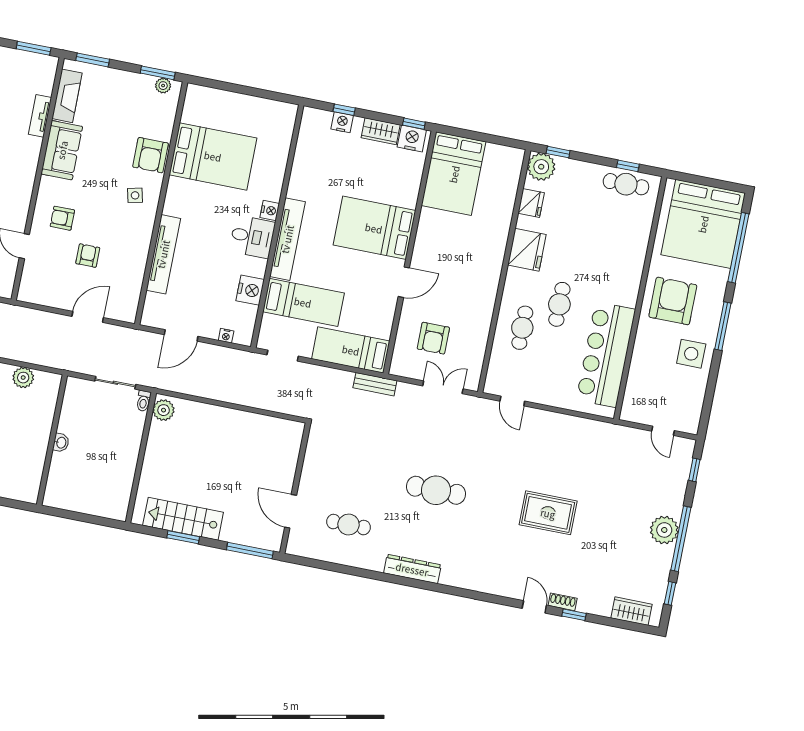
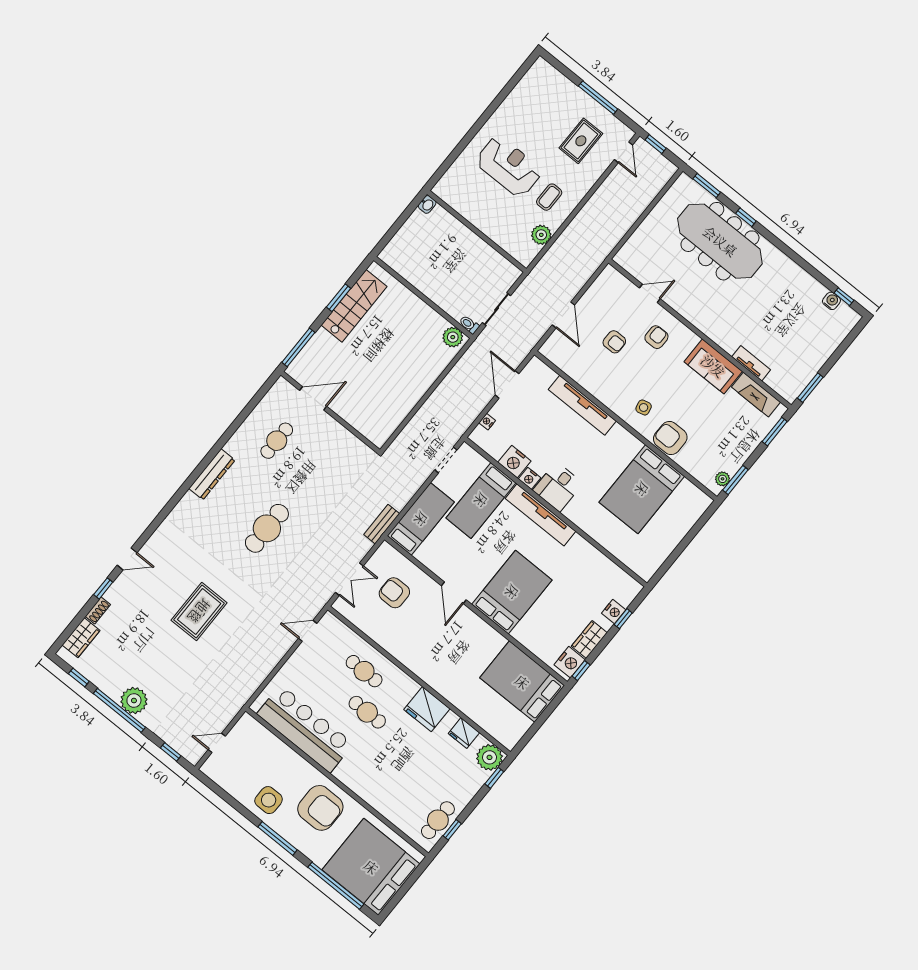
nightstand: (270, 210) -> (530, 478), moved
washbasin: (61, 443) -> (427, 204), moved, turned -90
shoe rack: (563, 602) -> (98, 610), moved

